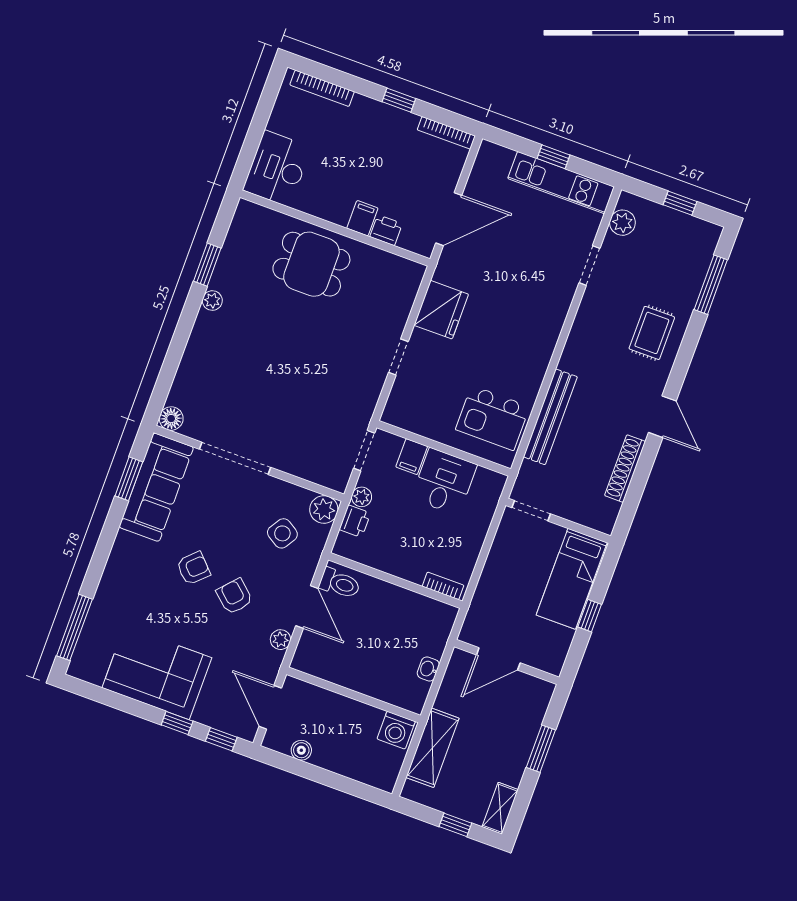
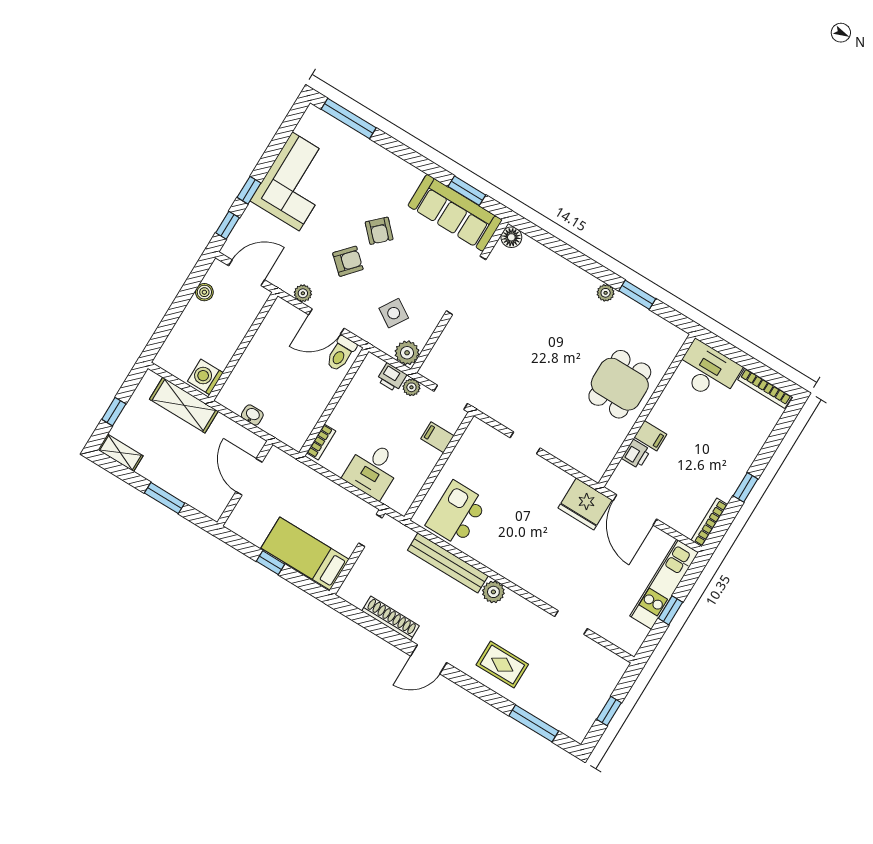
bookcase: (322, 88) -> (765, 388), moved, turned -90
kitchen unit: (561, 183) -> (664, 584), moved
plant: (622, 223) -> (493, 592), moved
fridge: (441, 310) -> (585, 504), moved
desk: (444, 482) -> (373, 469), moved, turned 90

